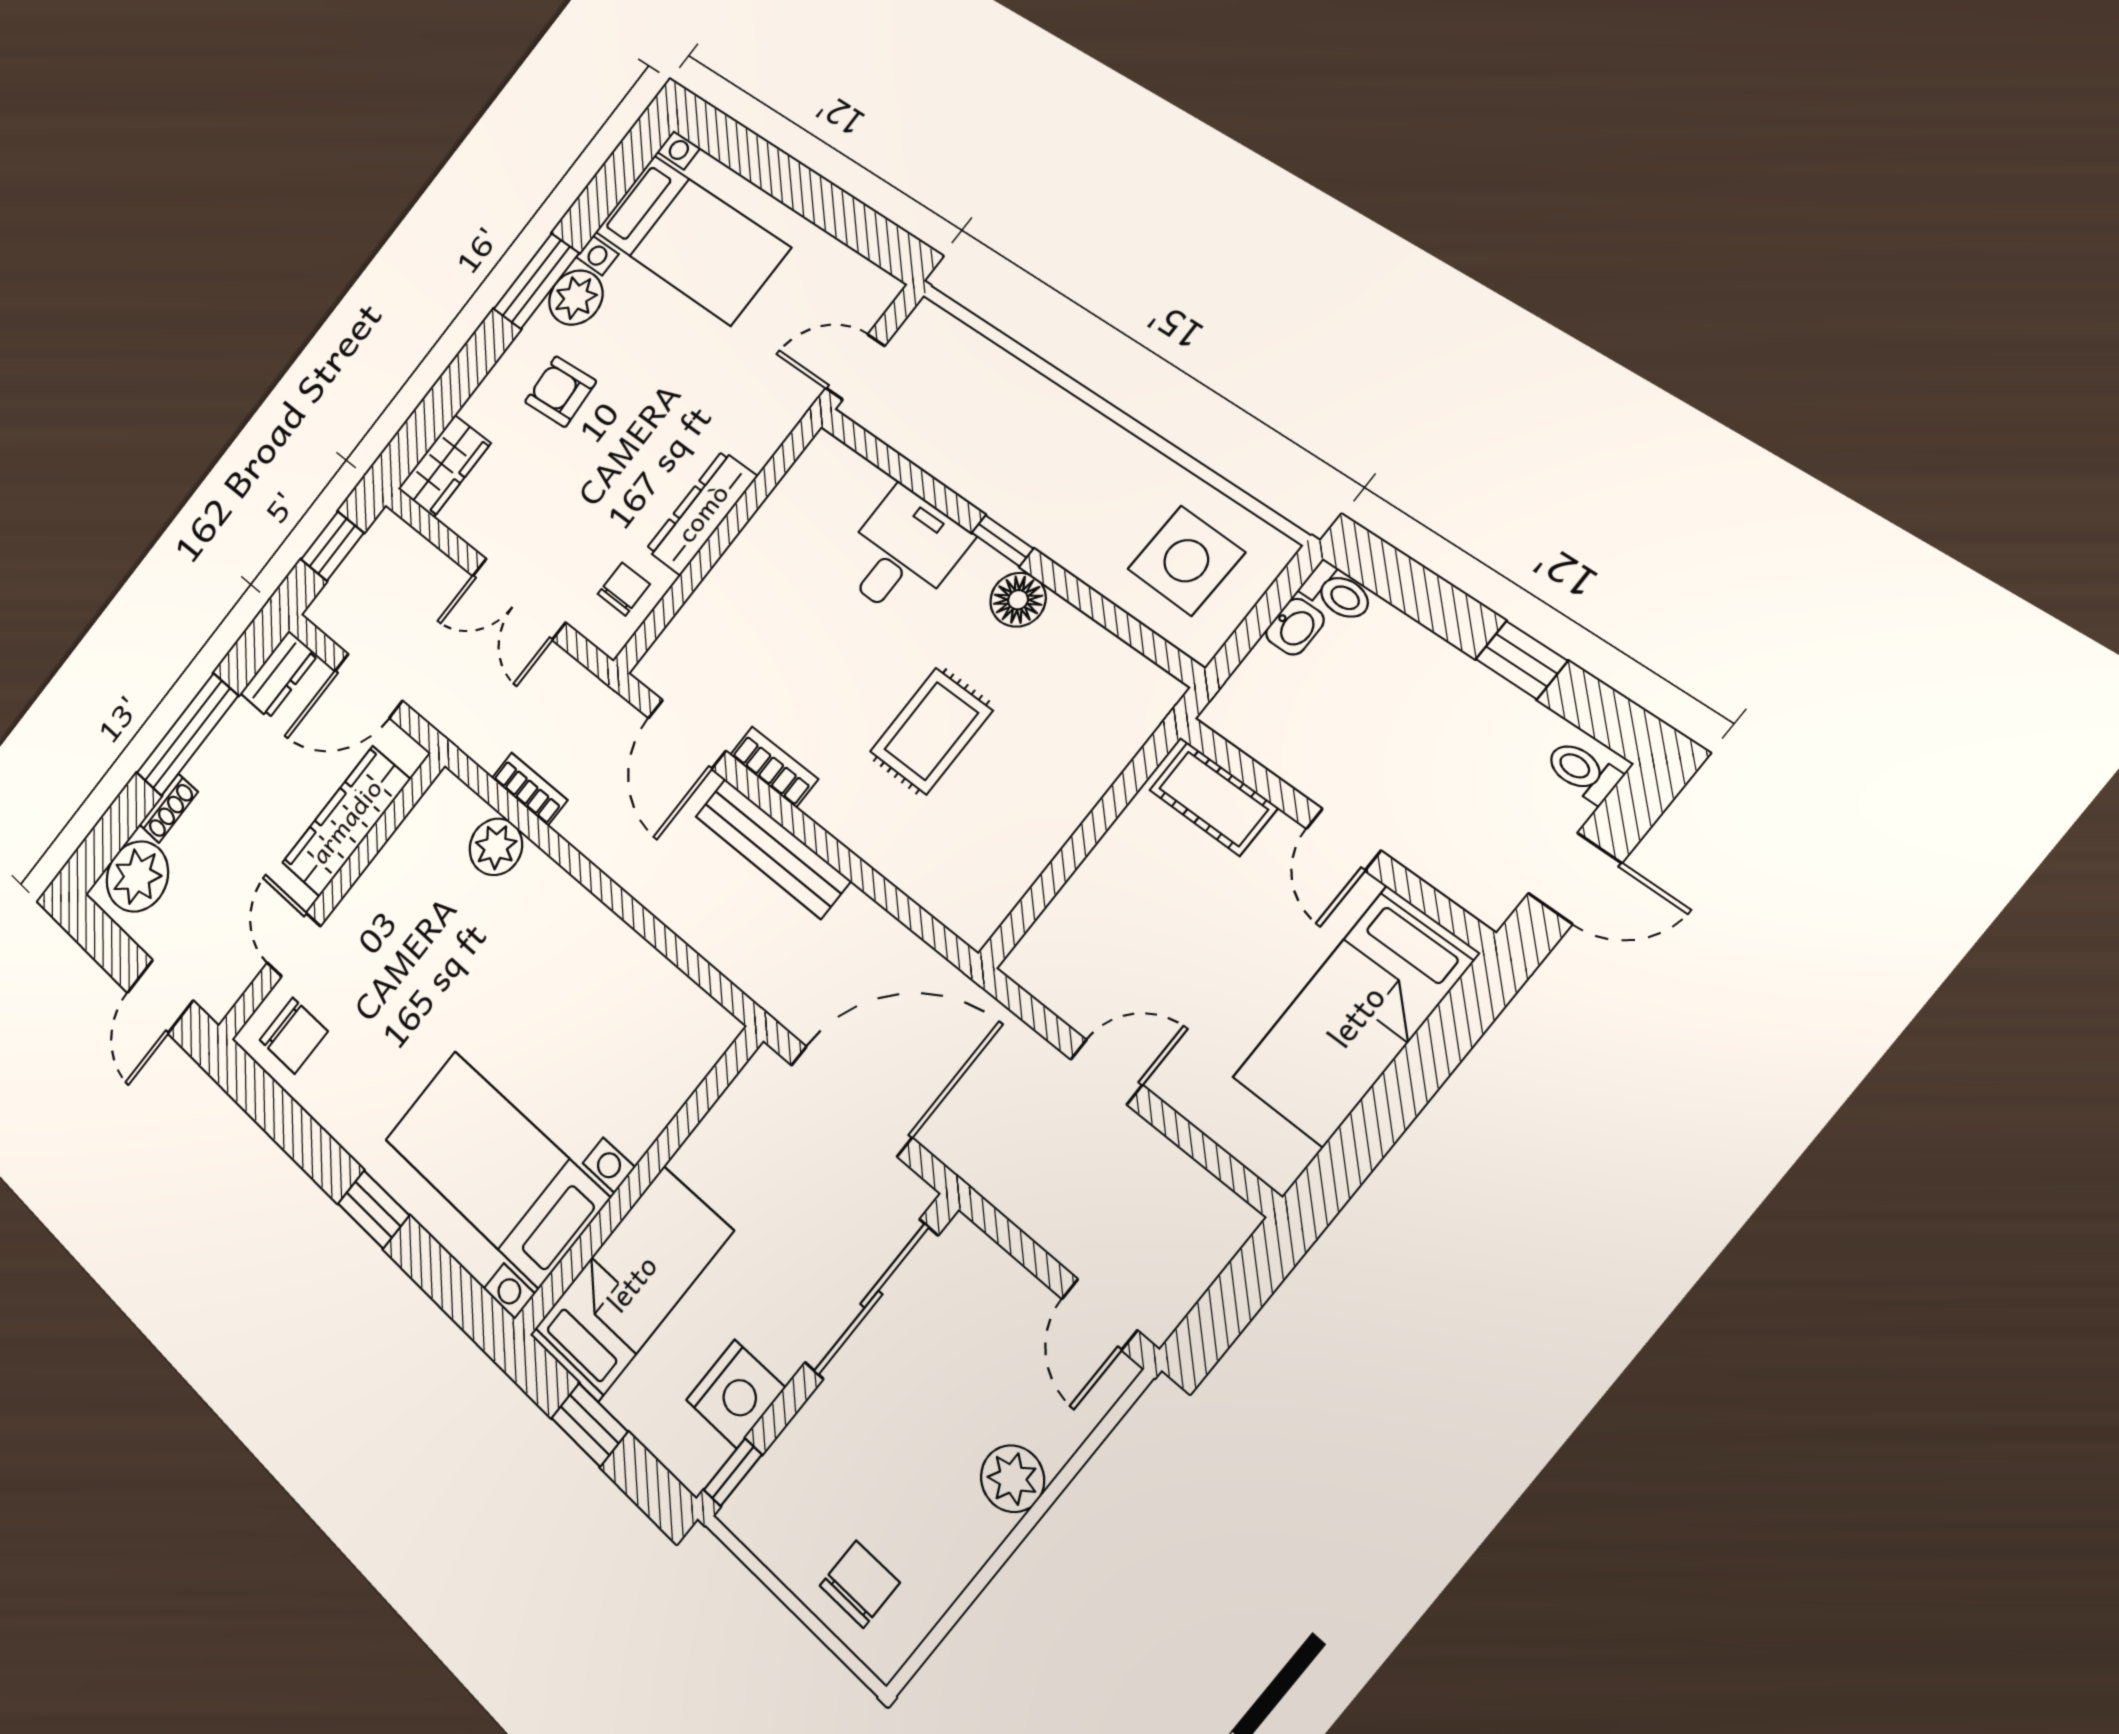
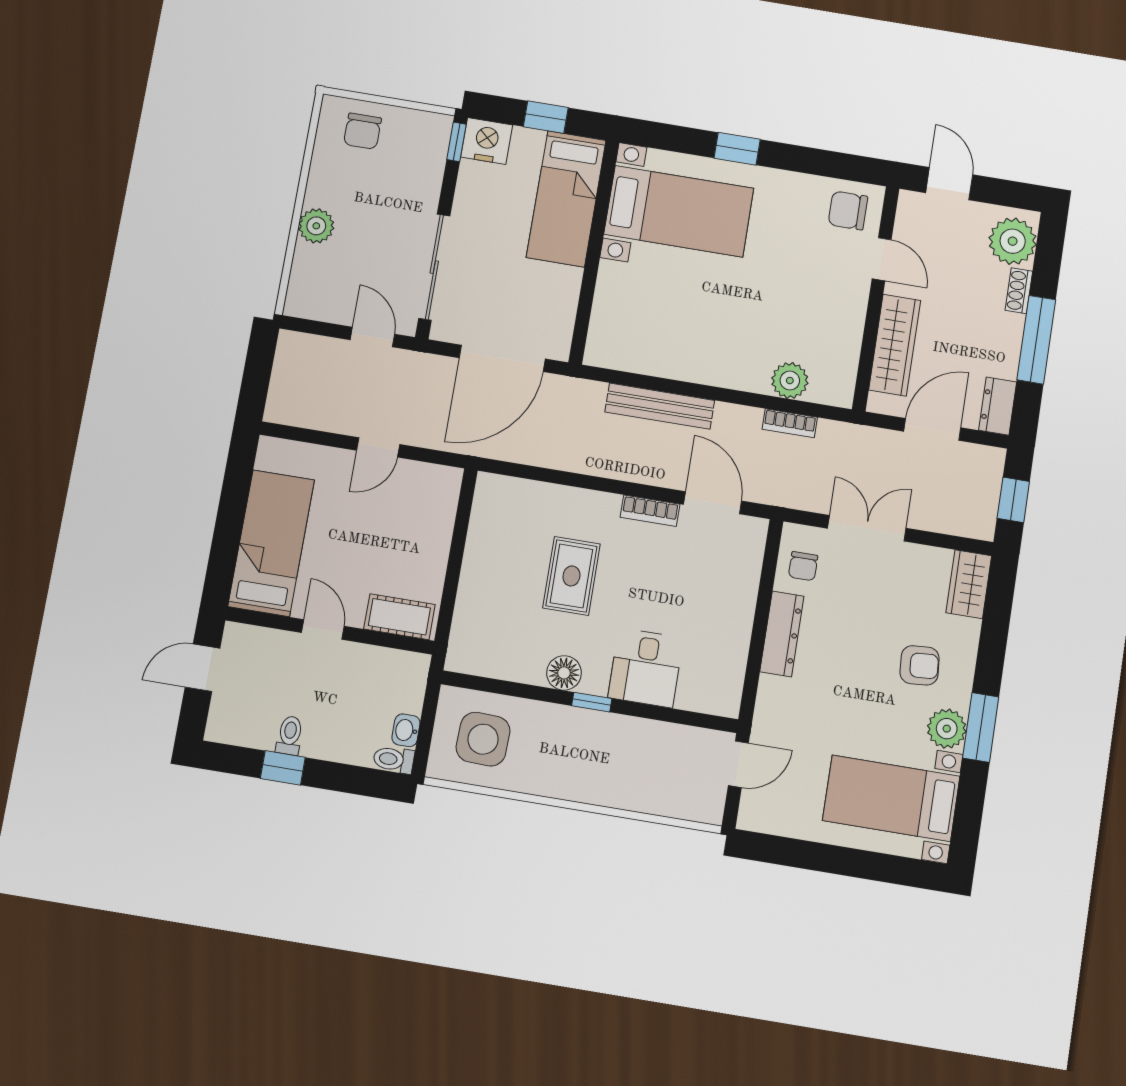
toilet: (1583, 771) -> (290, 735), moved, turned -90
bench: (772, 848) -> (660, 406), moved
door: (1099, 1314) -> (372, 337), moved
nightstand: (736, 1394) -> (487, 141), moved, turned 90

